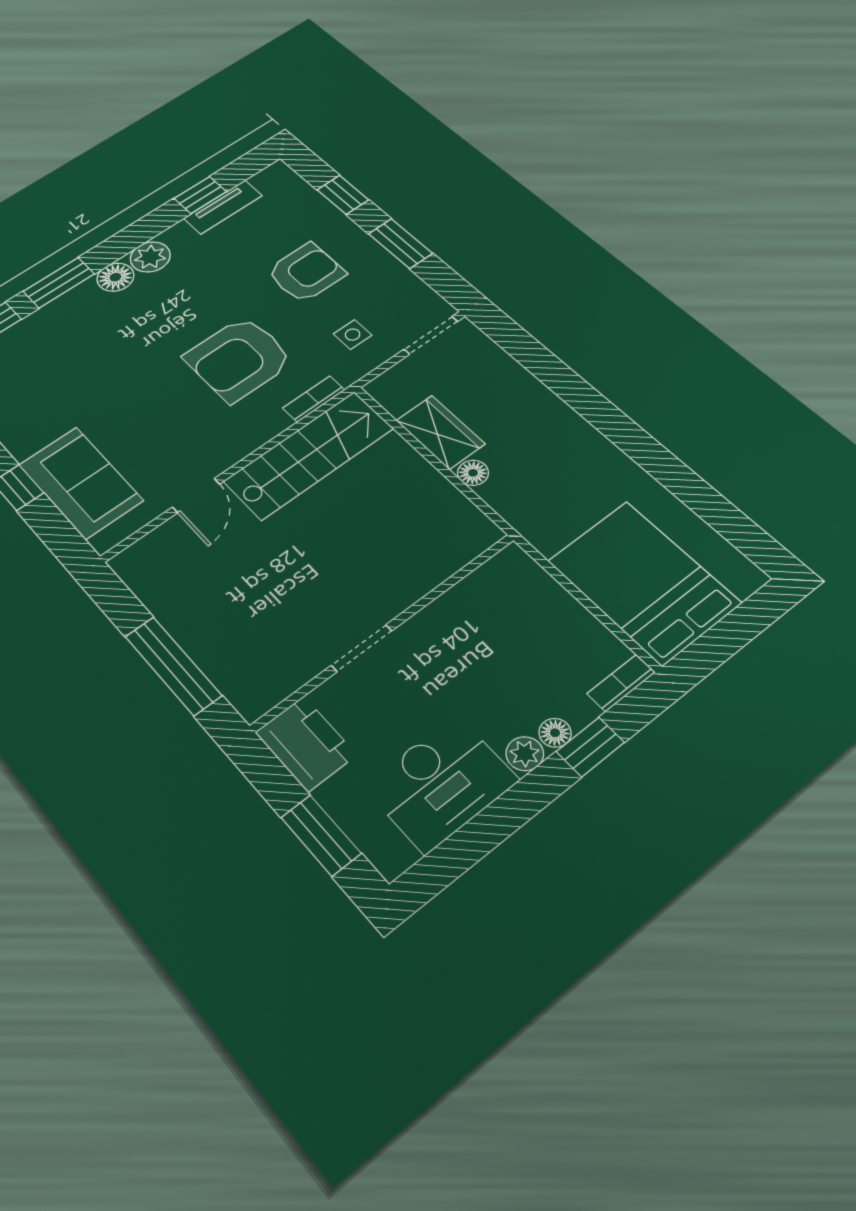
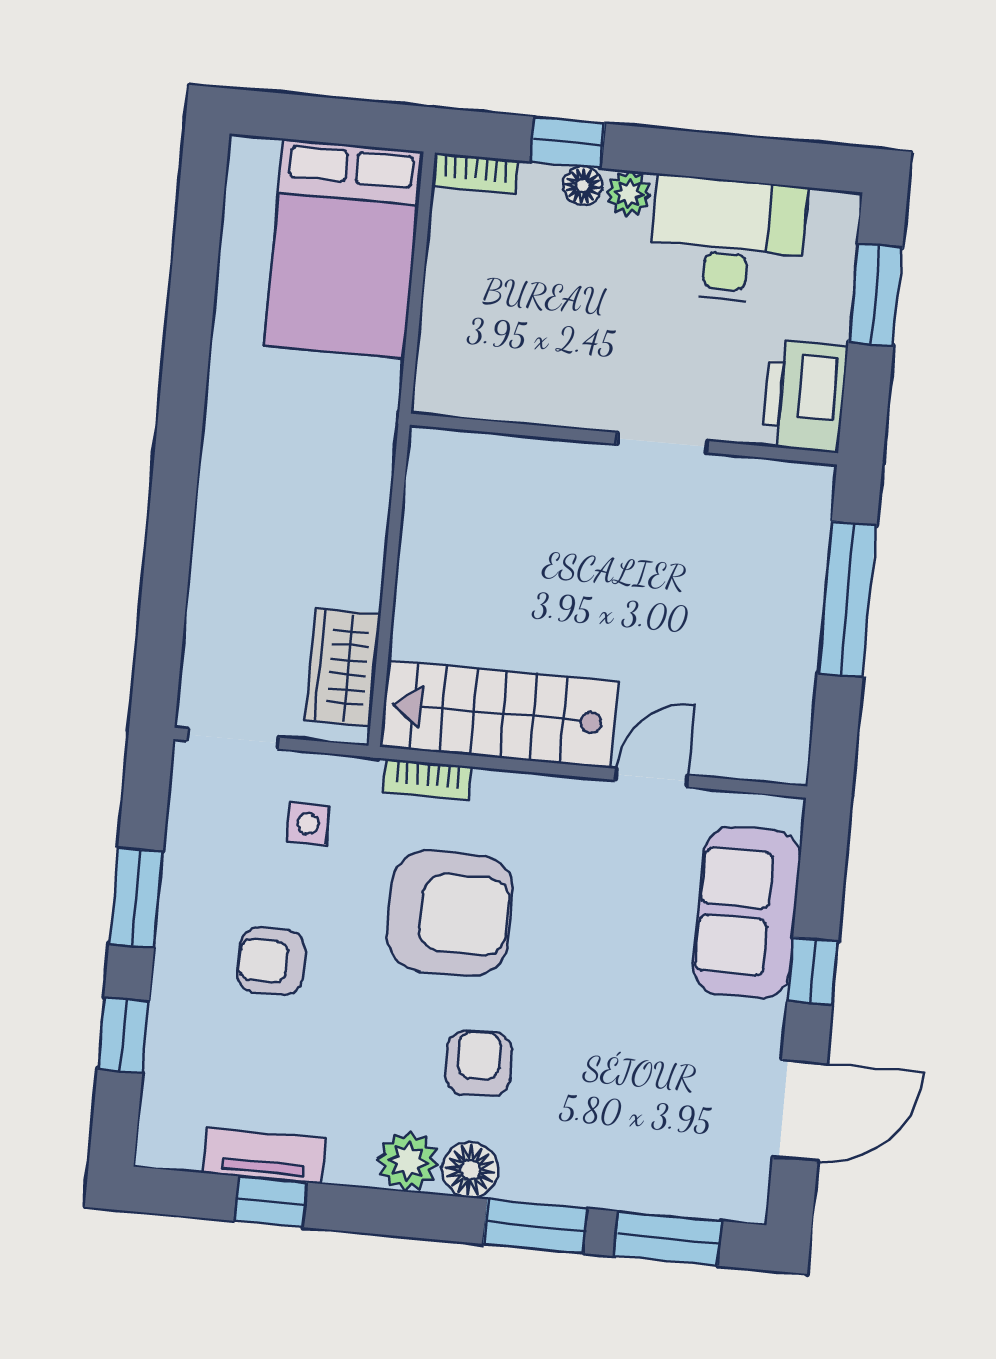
armchair: (306, 273) -> (271, 961), width x0.72, depth x0.72
armchair: (157, 317) -> (479, 1064), added
wardrobe: (440, 432) -> (343, 667), moved
floor lamp: (473, 473) -> (368, 528), removed

